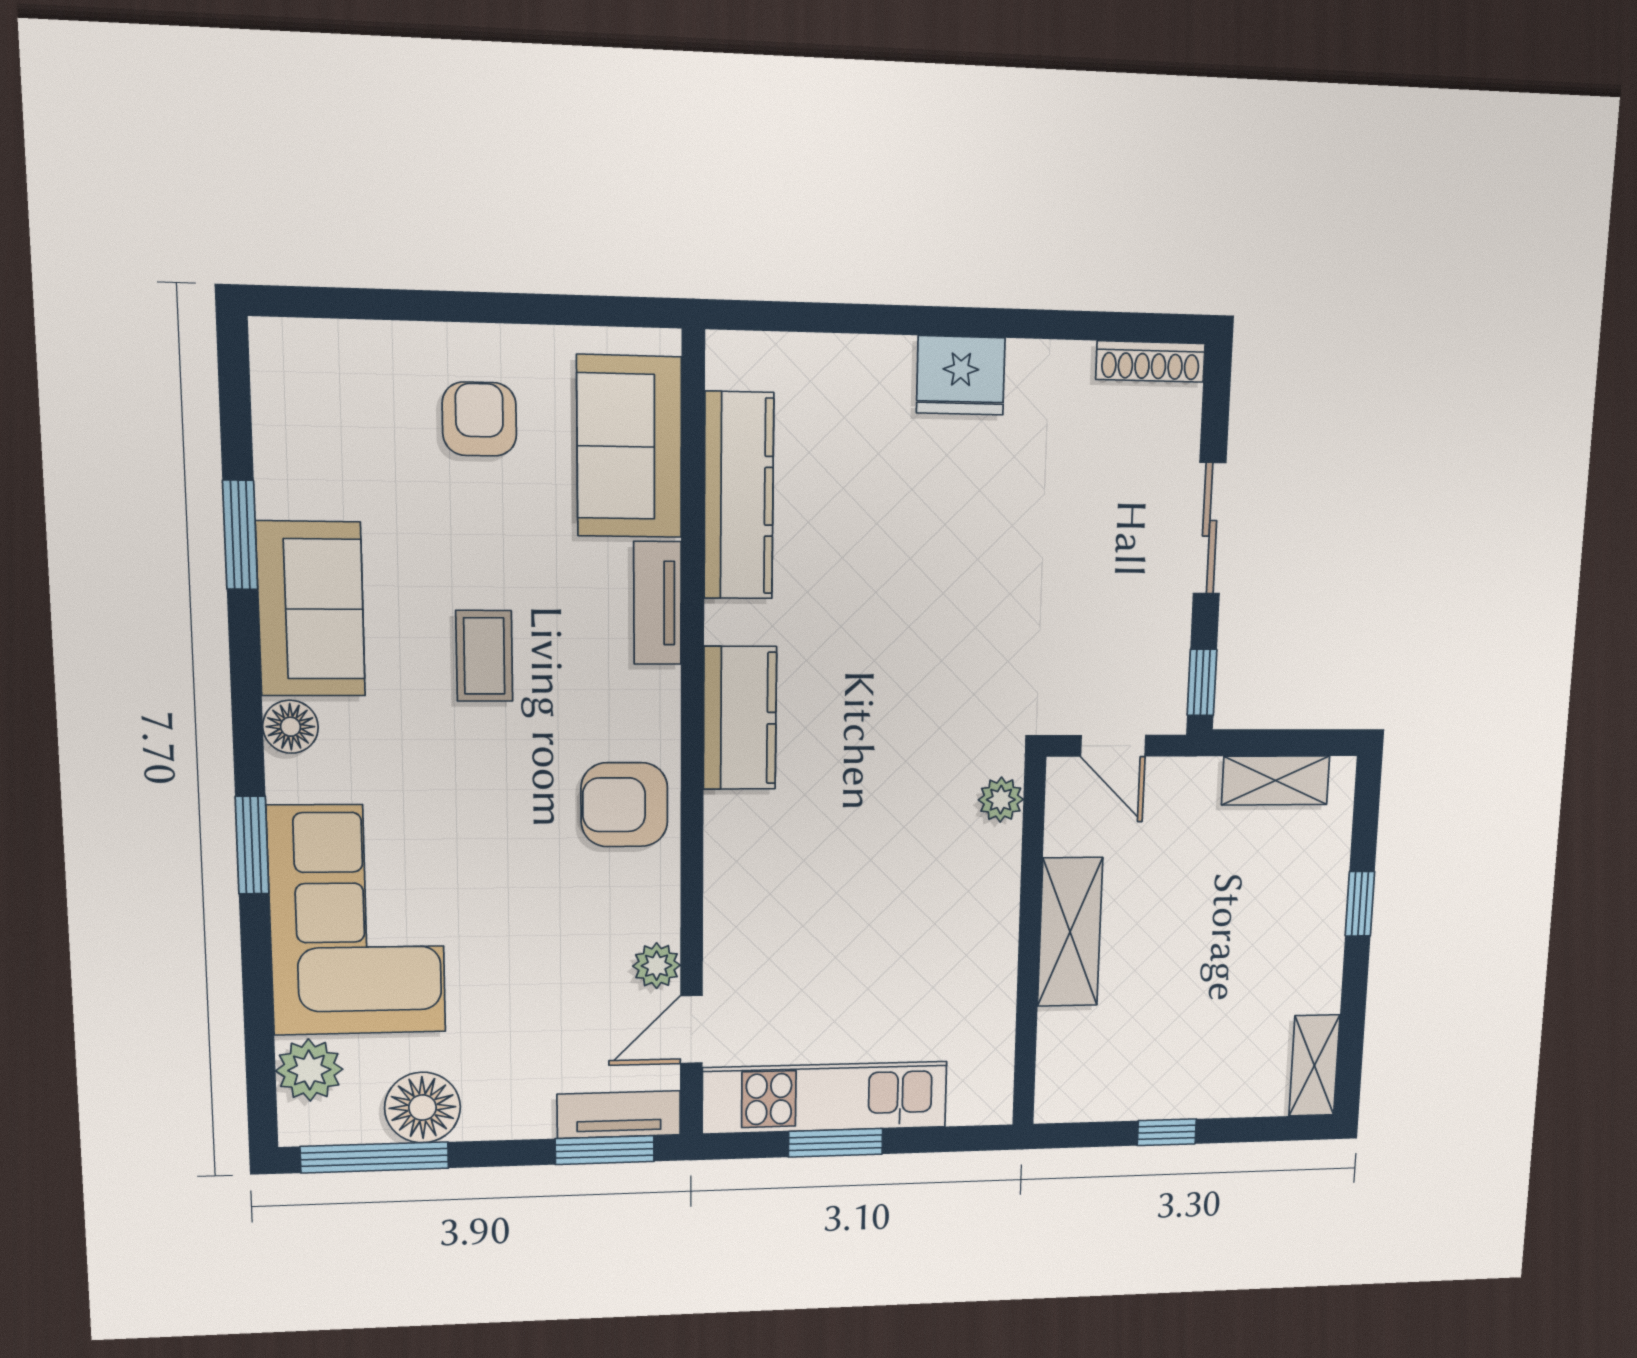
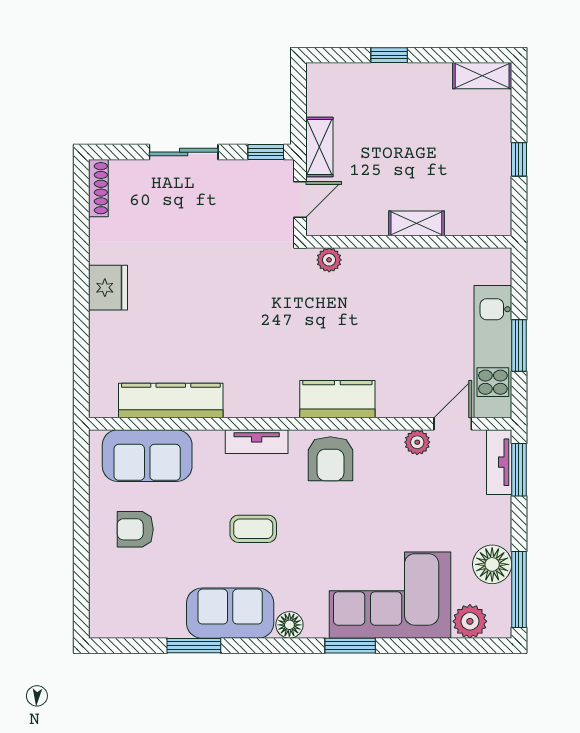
tv unit: (657, 603) -> (257, 442), moved
kitchen counter: (740, 718) -> (337, 399), moved
shelving: (1276, 780) -> (319, 147), moved
shelving: (1070, 932) -> (416, 223), width x0.67, depth x0.75
door: (691, 1029) -> (453, 424), swing flipped

